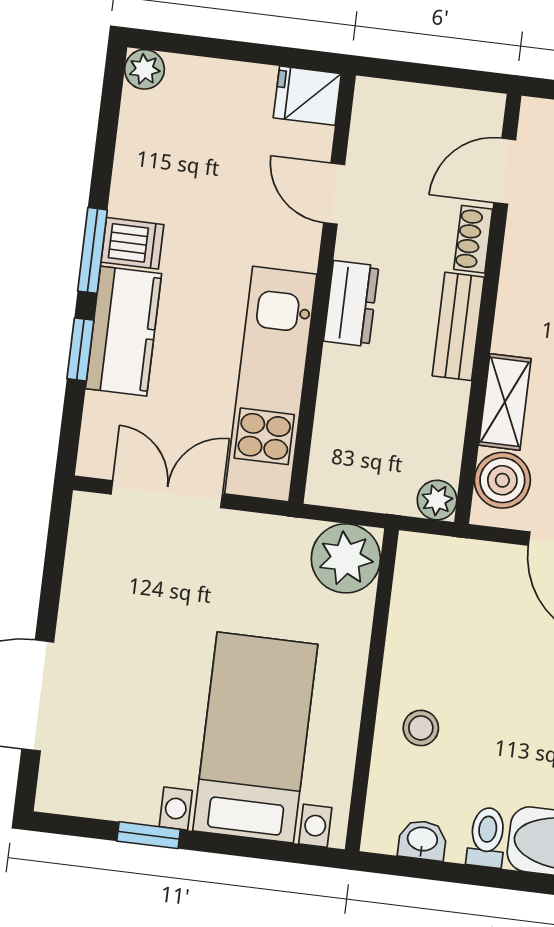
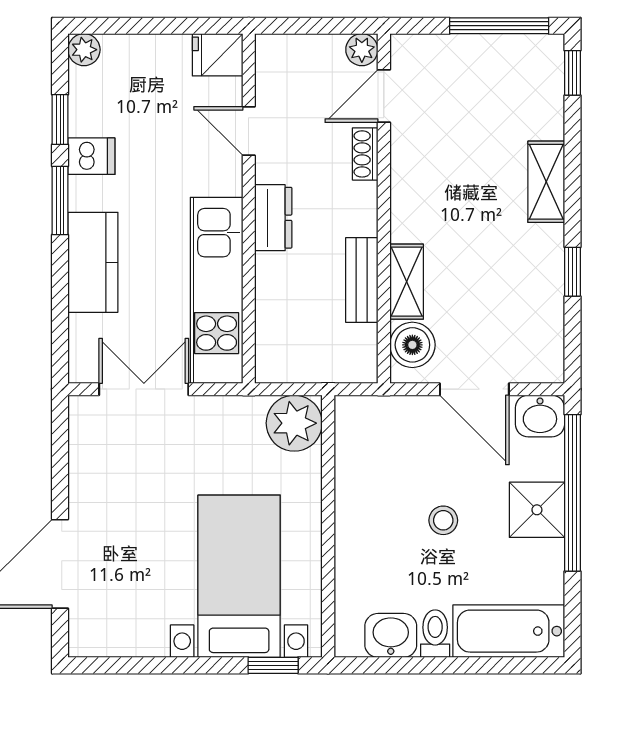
dishwasher: (132, 243) -> (91, 156), moved
bench: (458, 326) -> (362, 280), moved
window: (80, 349) -> (60, 120), moved
plant: (437, 500) -> (362, 50), moved
stool: (421, 728) -> (443, 520), moved
window: (149, 835) -> (273, 665), moved
washbasin: (422, 840) -> (391, 635), width x1.38, depth x1.45

